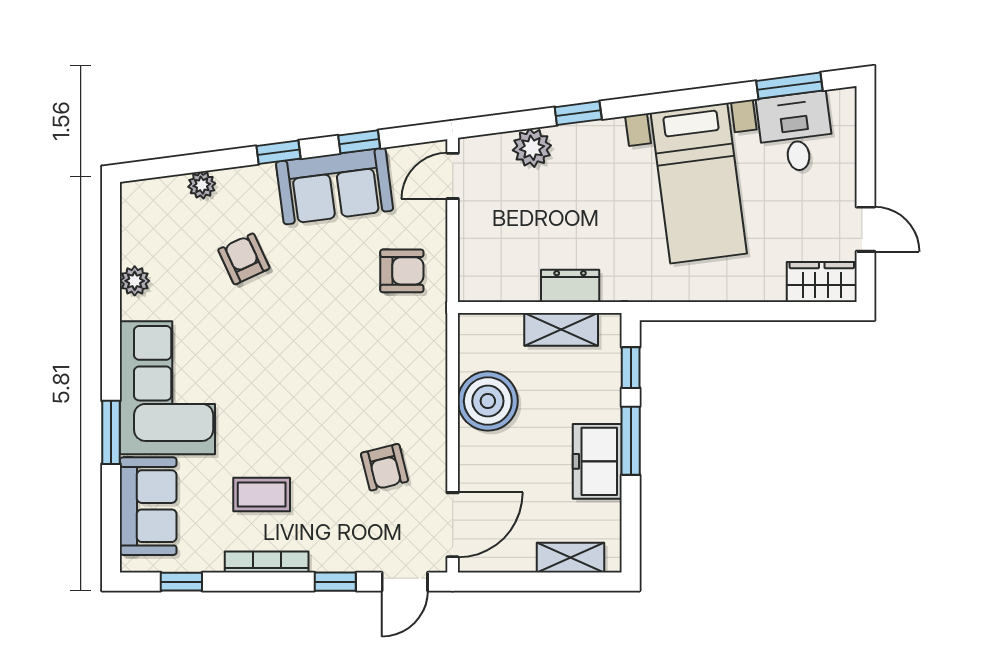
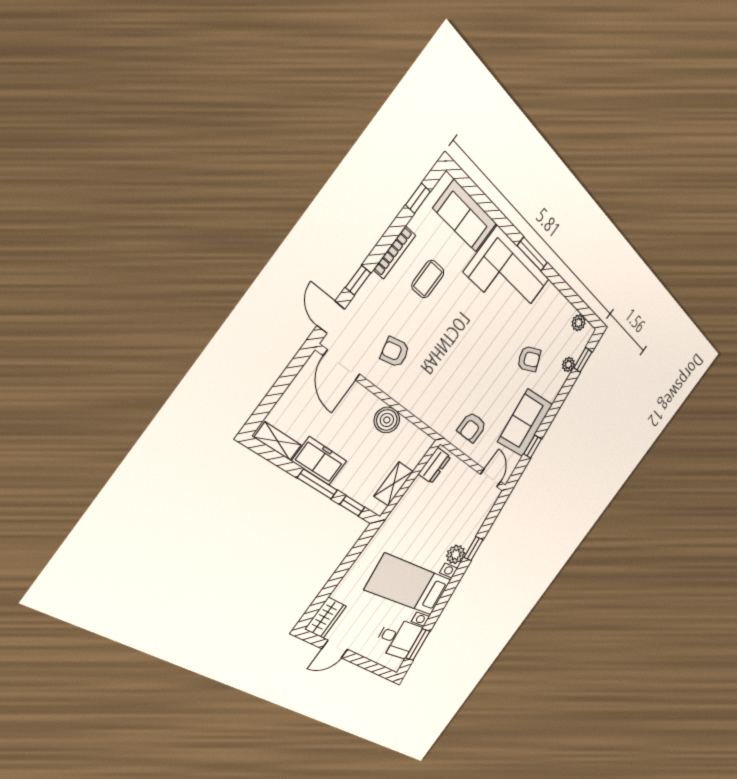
plant: (532, 148) -> (456, 554), moved
window: (278, 152) -> (583, 360), moved
plant: (135, 281) -> (579, 323), moved
dresser: (570, 286) -> (435, 466), moved
boiler: (488, 401) -> (387, 420), width x0.73, depth x0.73
window: (111, 432) -> (532, 254), moved
shelving: (571, 558) -> (278, 441), moved, turned 90

